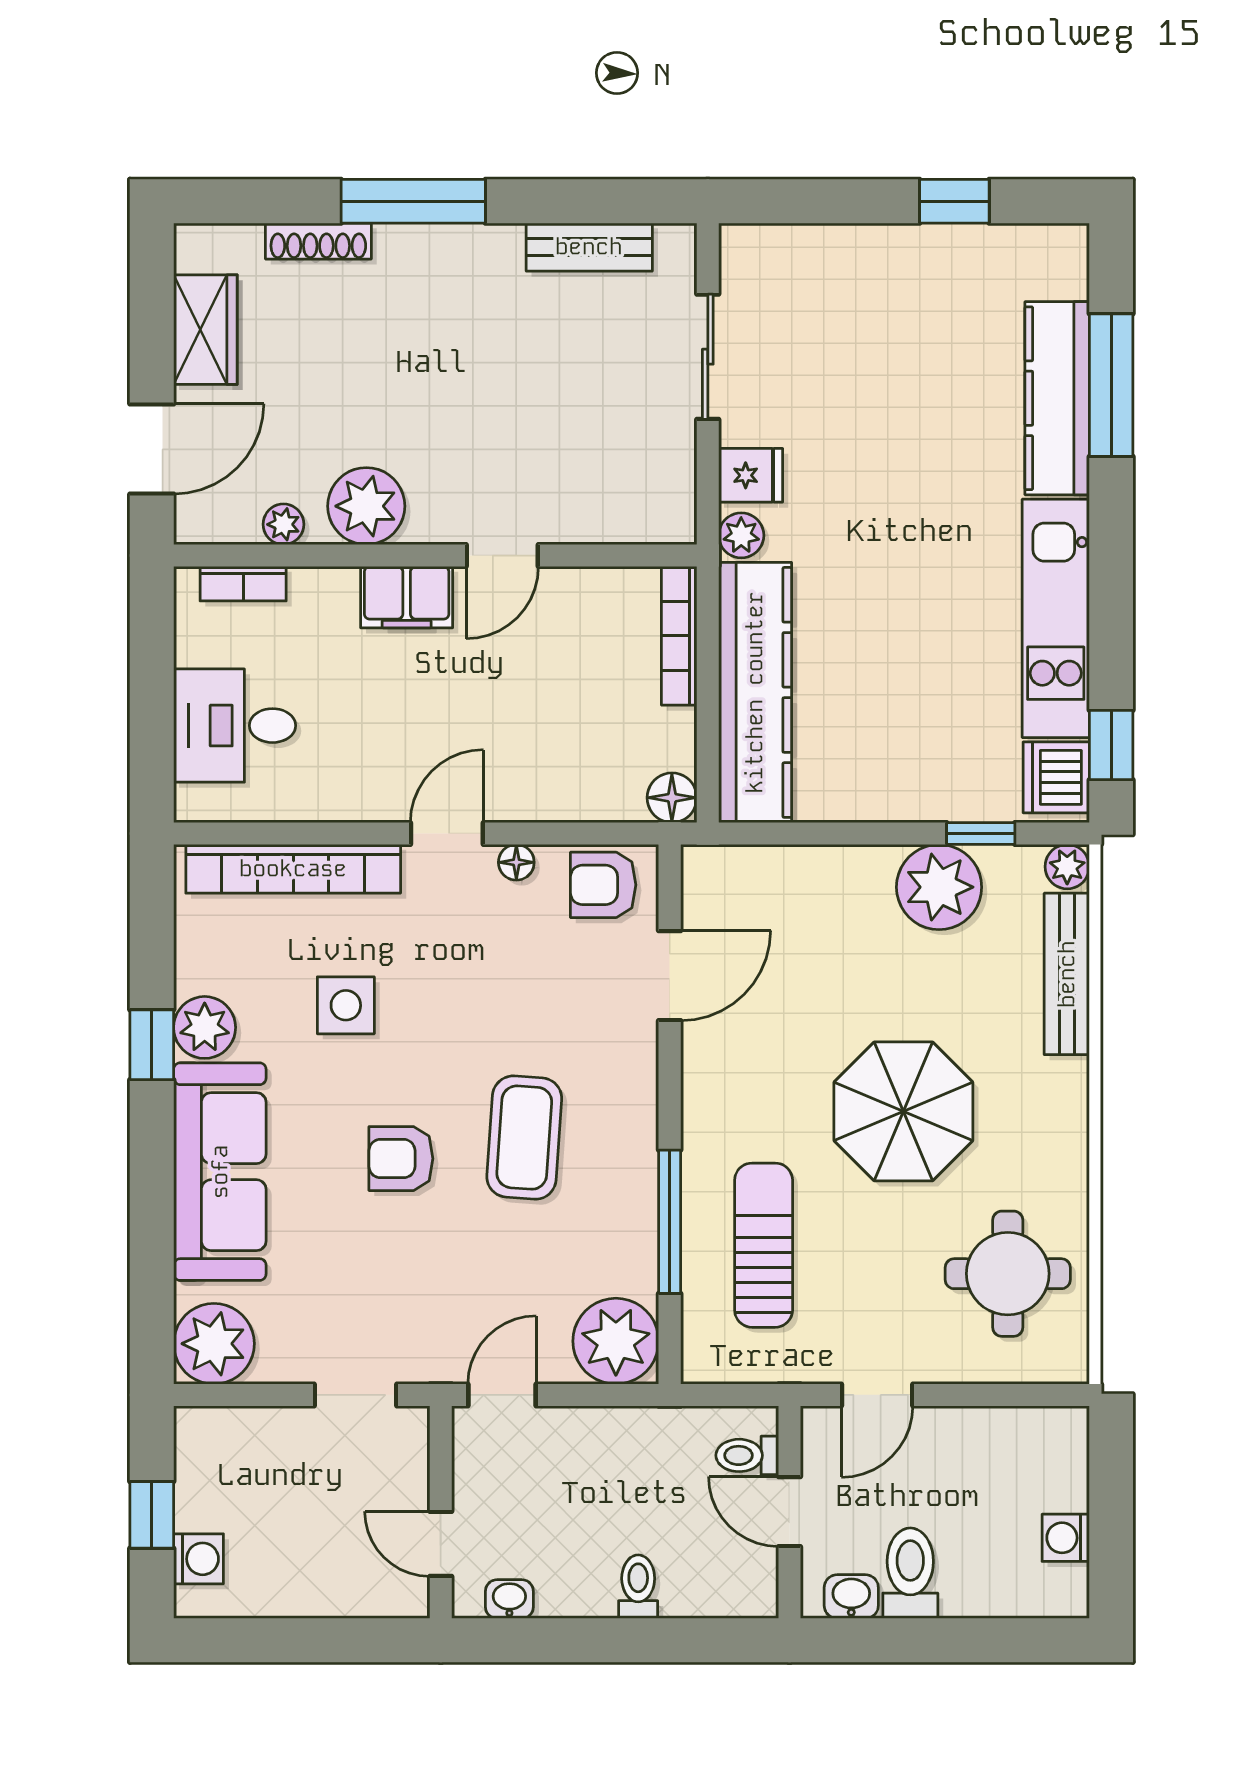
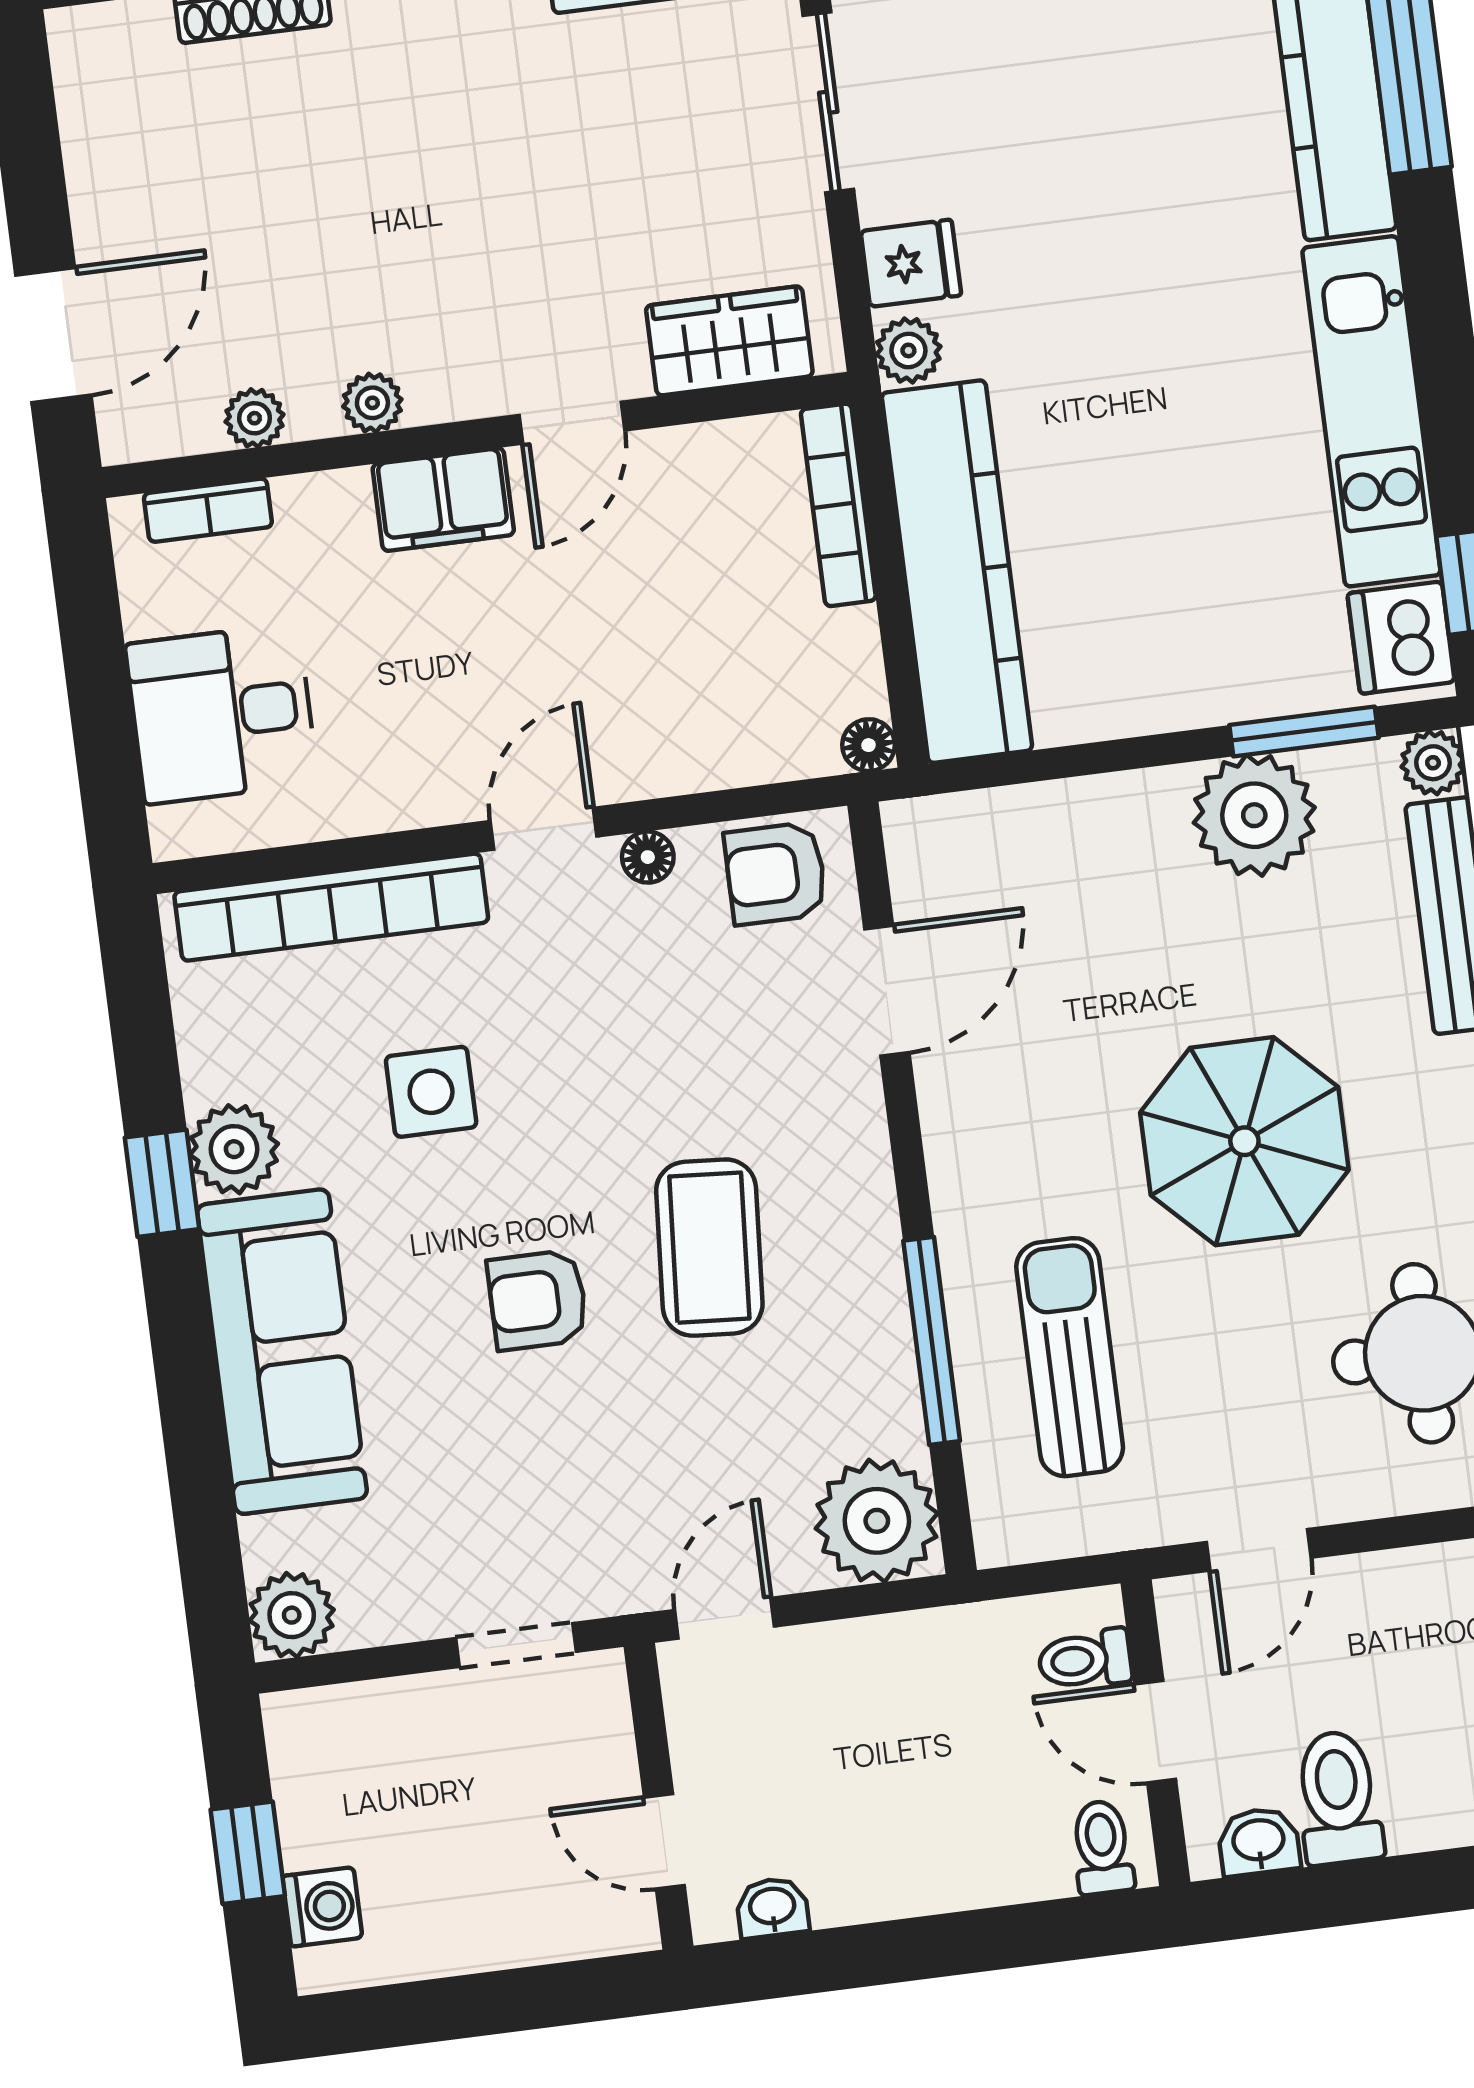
wardrobe: (205, 330) -> (729, 341), moved, turned -90
plant: (366, 506) -> (372, 403), width x0.53, depth x0.53
floor lamp: (672, 798) -> (868, 745), width x0.73, depth x0.73
window: (981, 834) -> (1304, 731), width x1.50
plant: (214, 1344) -> (292, 1615), width x0.73, depth x0.73
toilet: (638, 1587) -> (1102, 1847), moved

